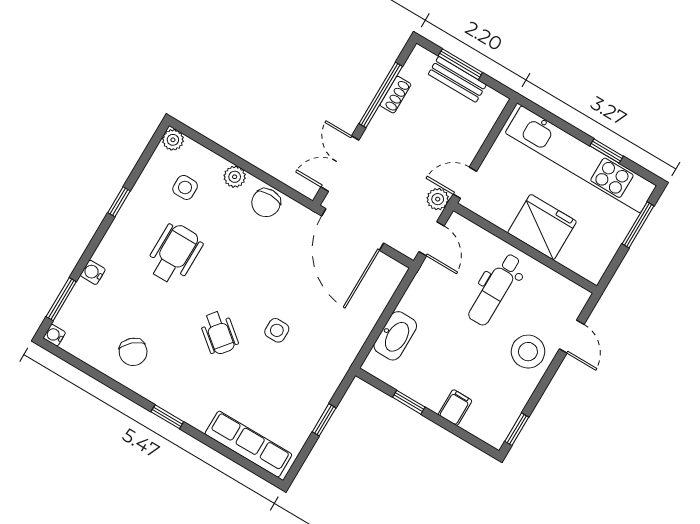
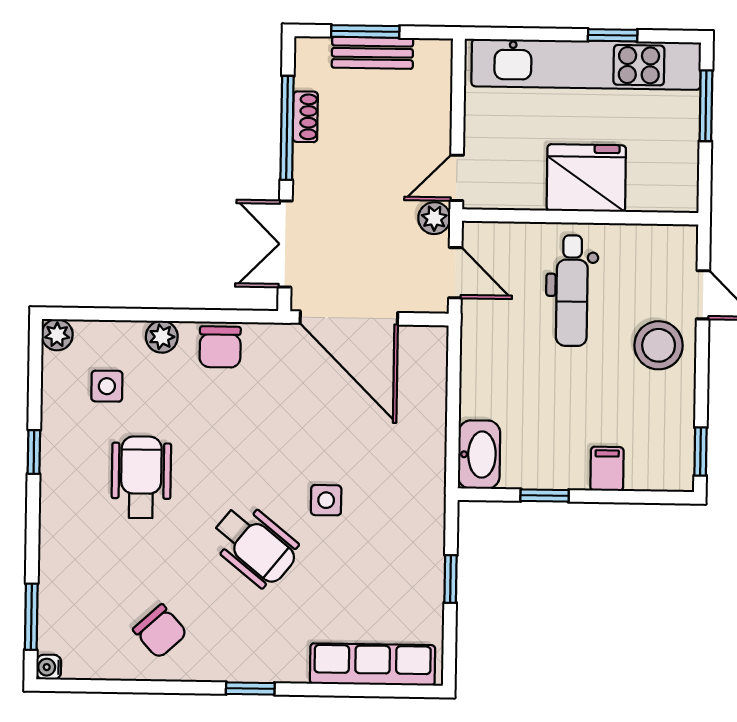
water cooler: (93, 272) -> (52, 560), removed
wheelchair: (219, 333) -> (255, 545), width x1.36, depth x1.37
washbasin: (395, 336) -> (479, 455), moved

